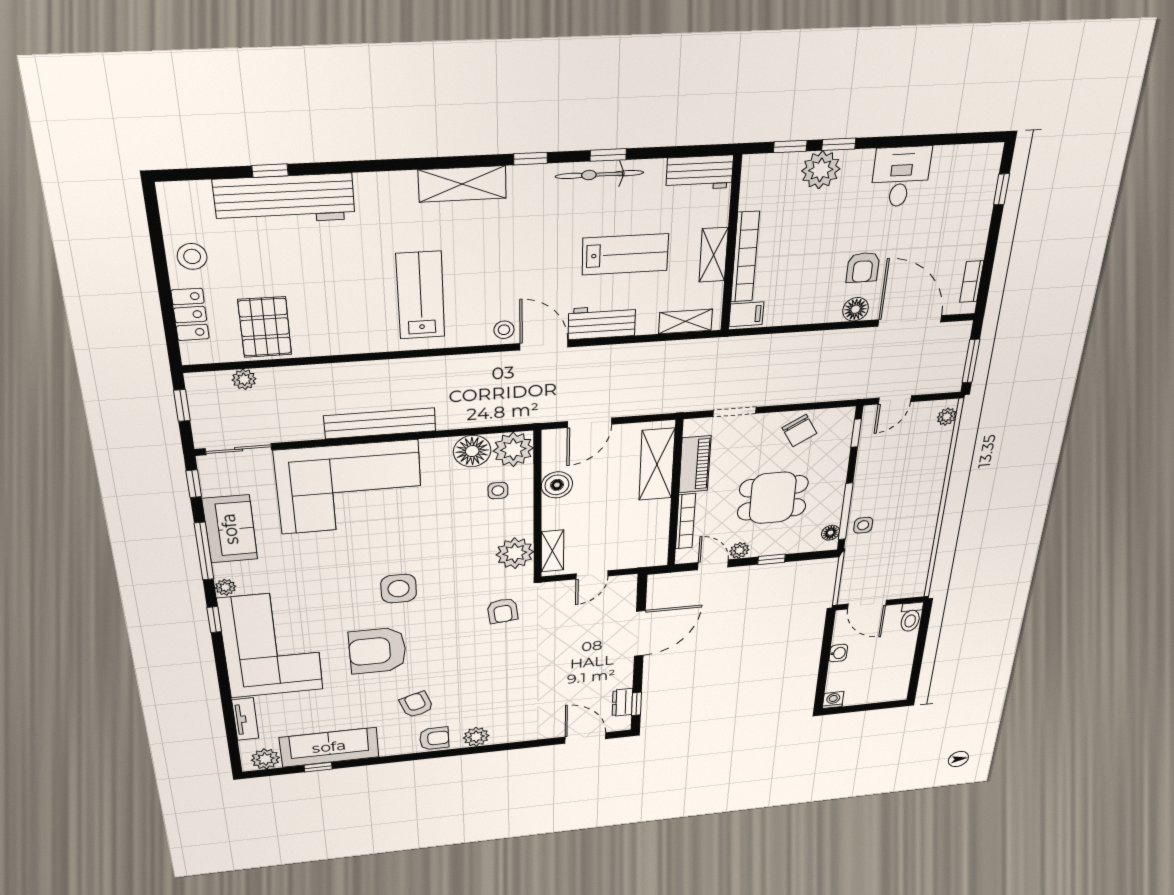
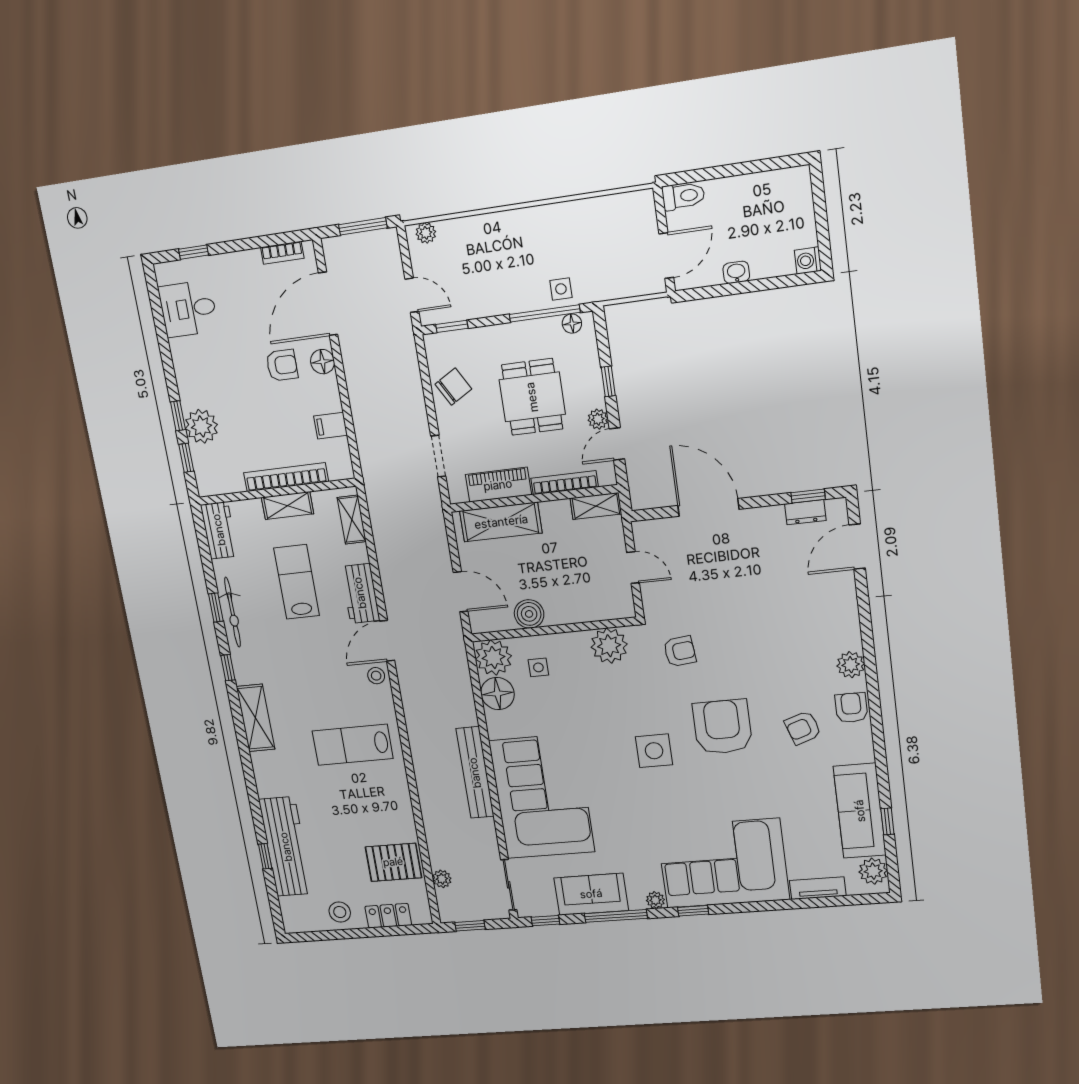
desk: (901, 177) -> (188, 309), moved
filing cabinet: (746, 314) -> (331, 426), moved, turned -90
shelving: (552, 551) -> (596, 506), moved
armchair: (378, 651) -> (722, 727), moved, turned 180

